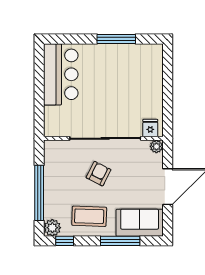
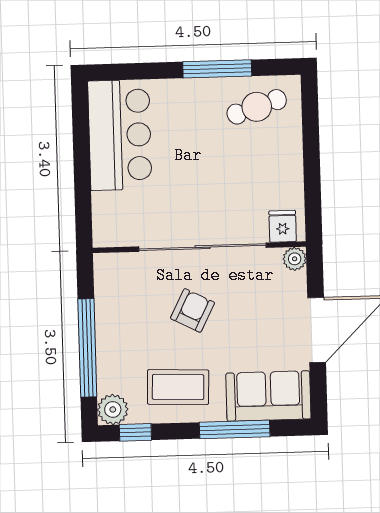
cafe table: (138, 61) -> (257, 107), added

